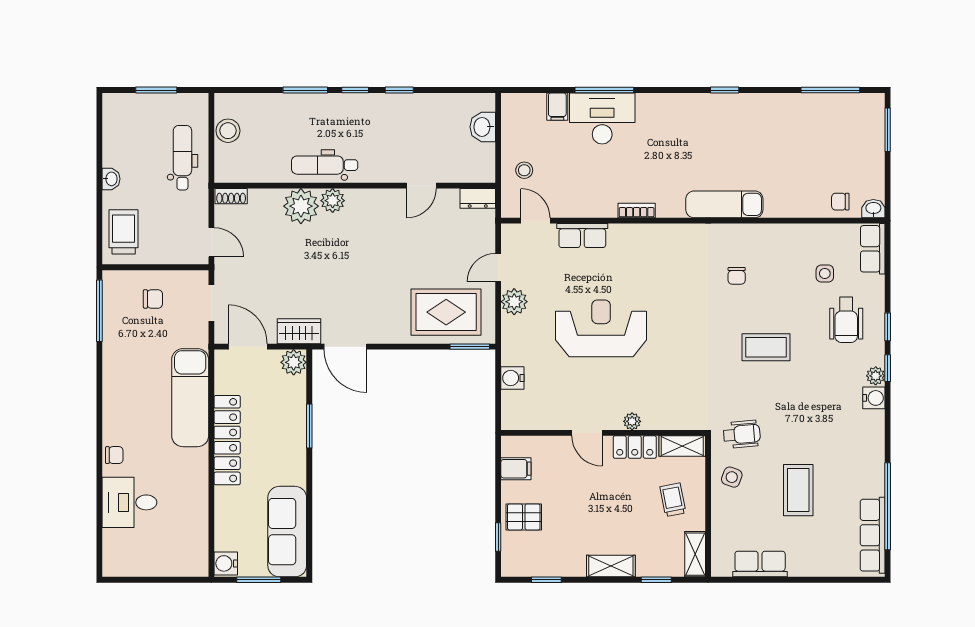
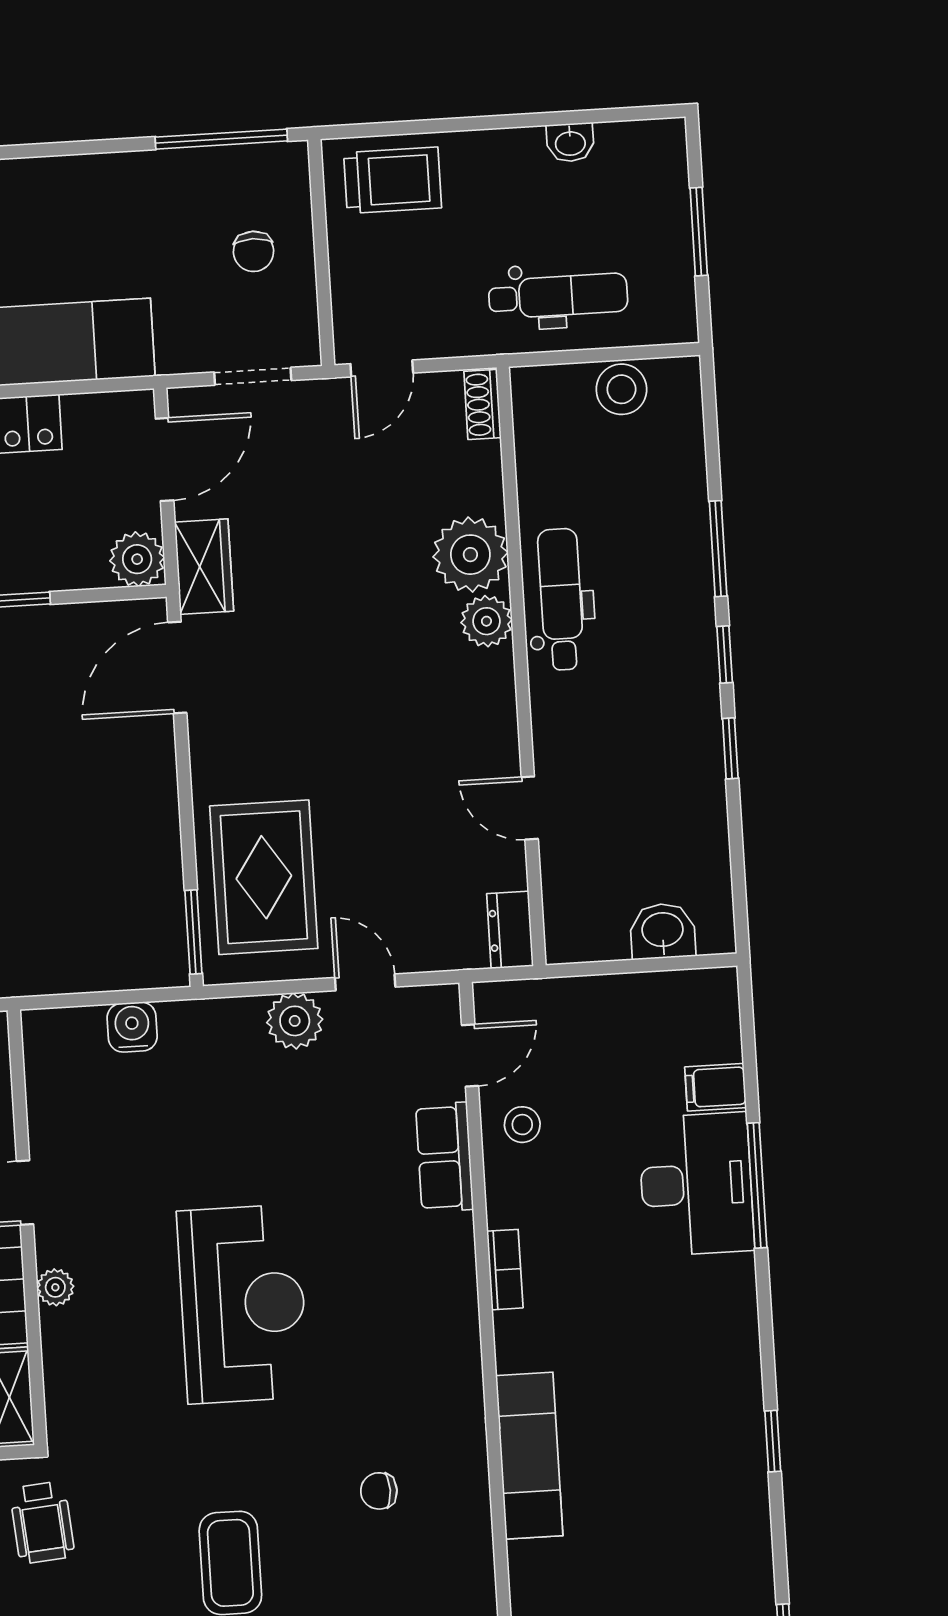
stool: (524, 170) -> (522, 1125), moved
washbasin: (111, 179) -> (570, 142), moved
reception desk: (601, 328) -> (243, 1304), moved

